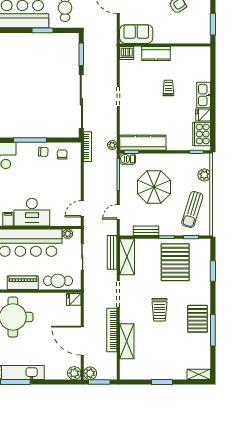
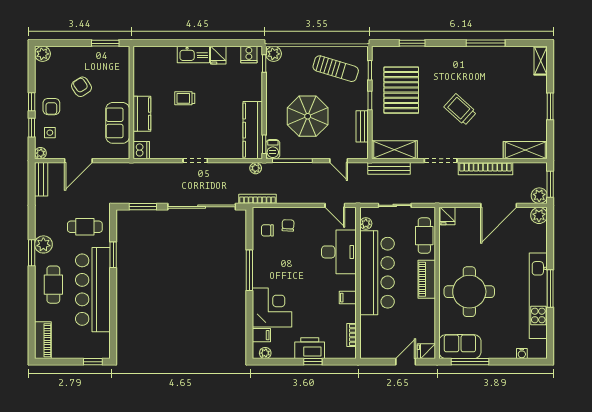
sofa: (136, 34) -> (118, 123), moved
cooker: (202, 134) -> (249, 54), width x0.53, depth x0.76
chair: (43, 152) -> (288, 225), moved
plant: (204, 175) -> (274, 54), moved
desk: (32, 212) -> (339, 252), moved
pallet: (175, 262) -> (401, 90), turned 90
trolley: (159, 310) -> (460, 110), turned -138
pallet: (197, 319) -> (471, 62), removed
shelving: (127, 341) -> (525, 150), moved

